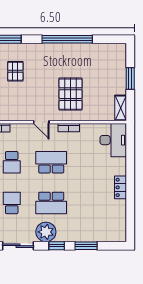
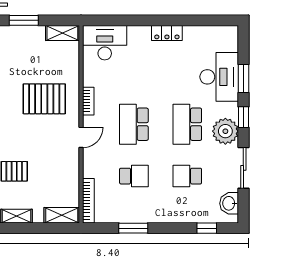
school desk: (51, 203) -> (187, 124), turned 180
desk: (87, 227) -> (219, 77), added

